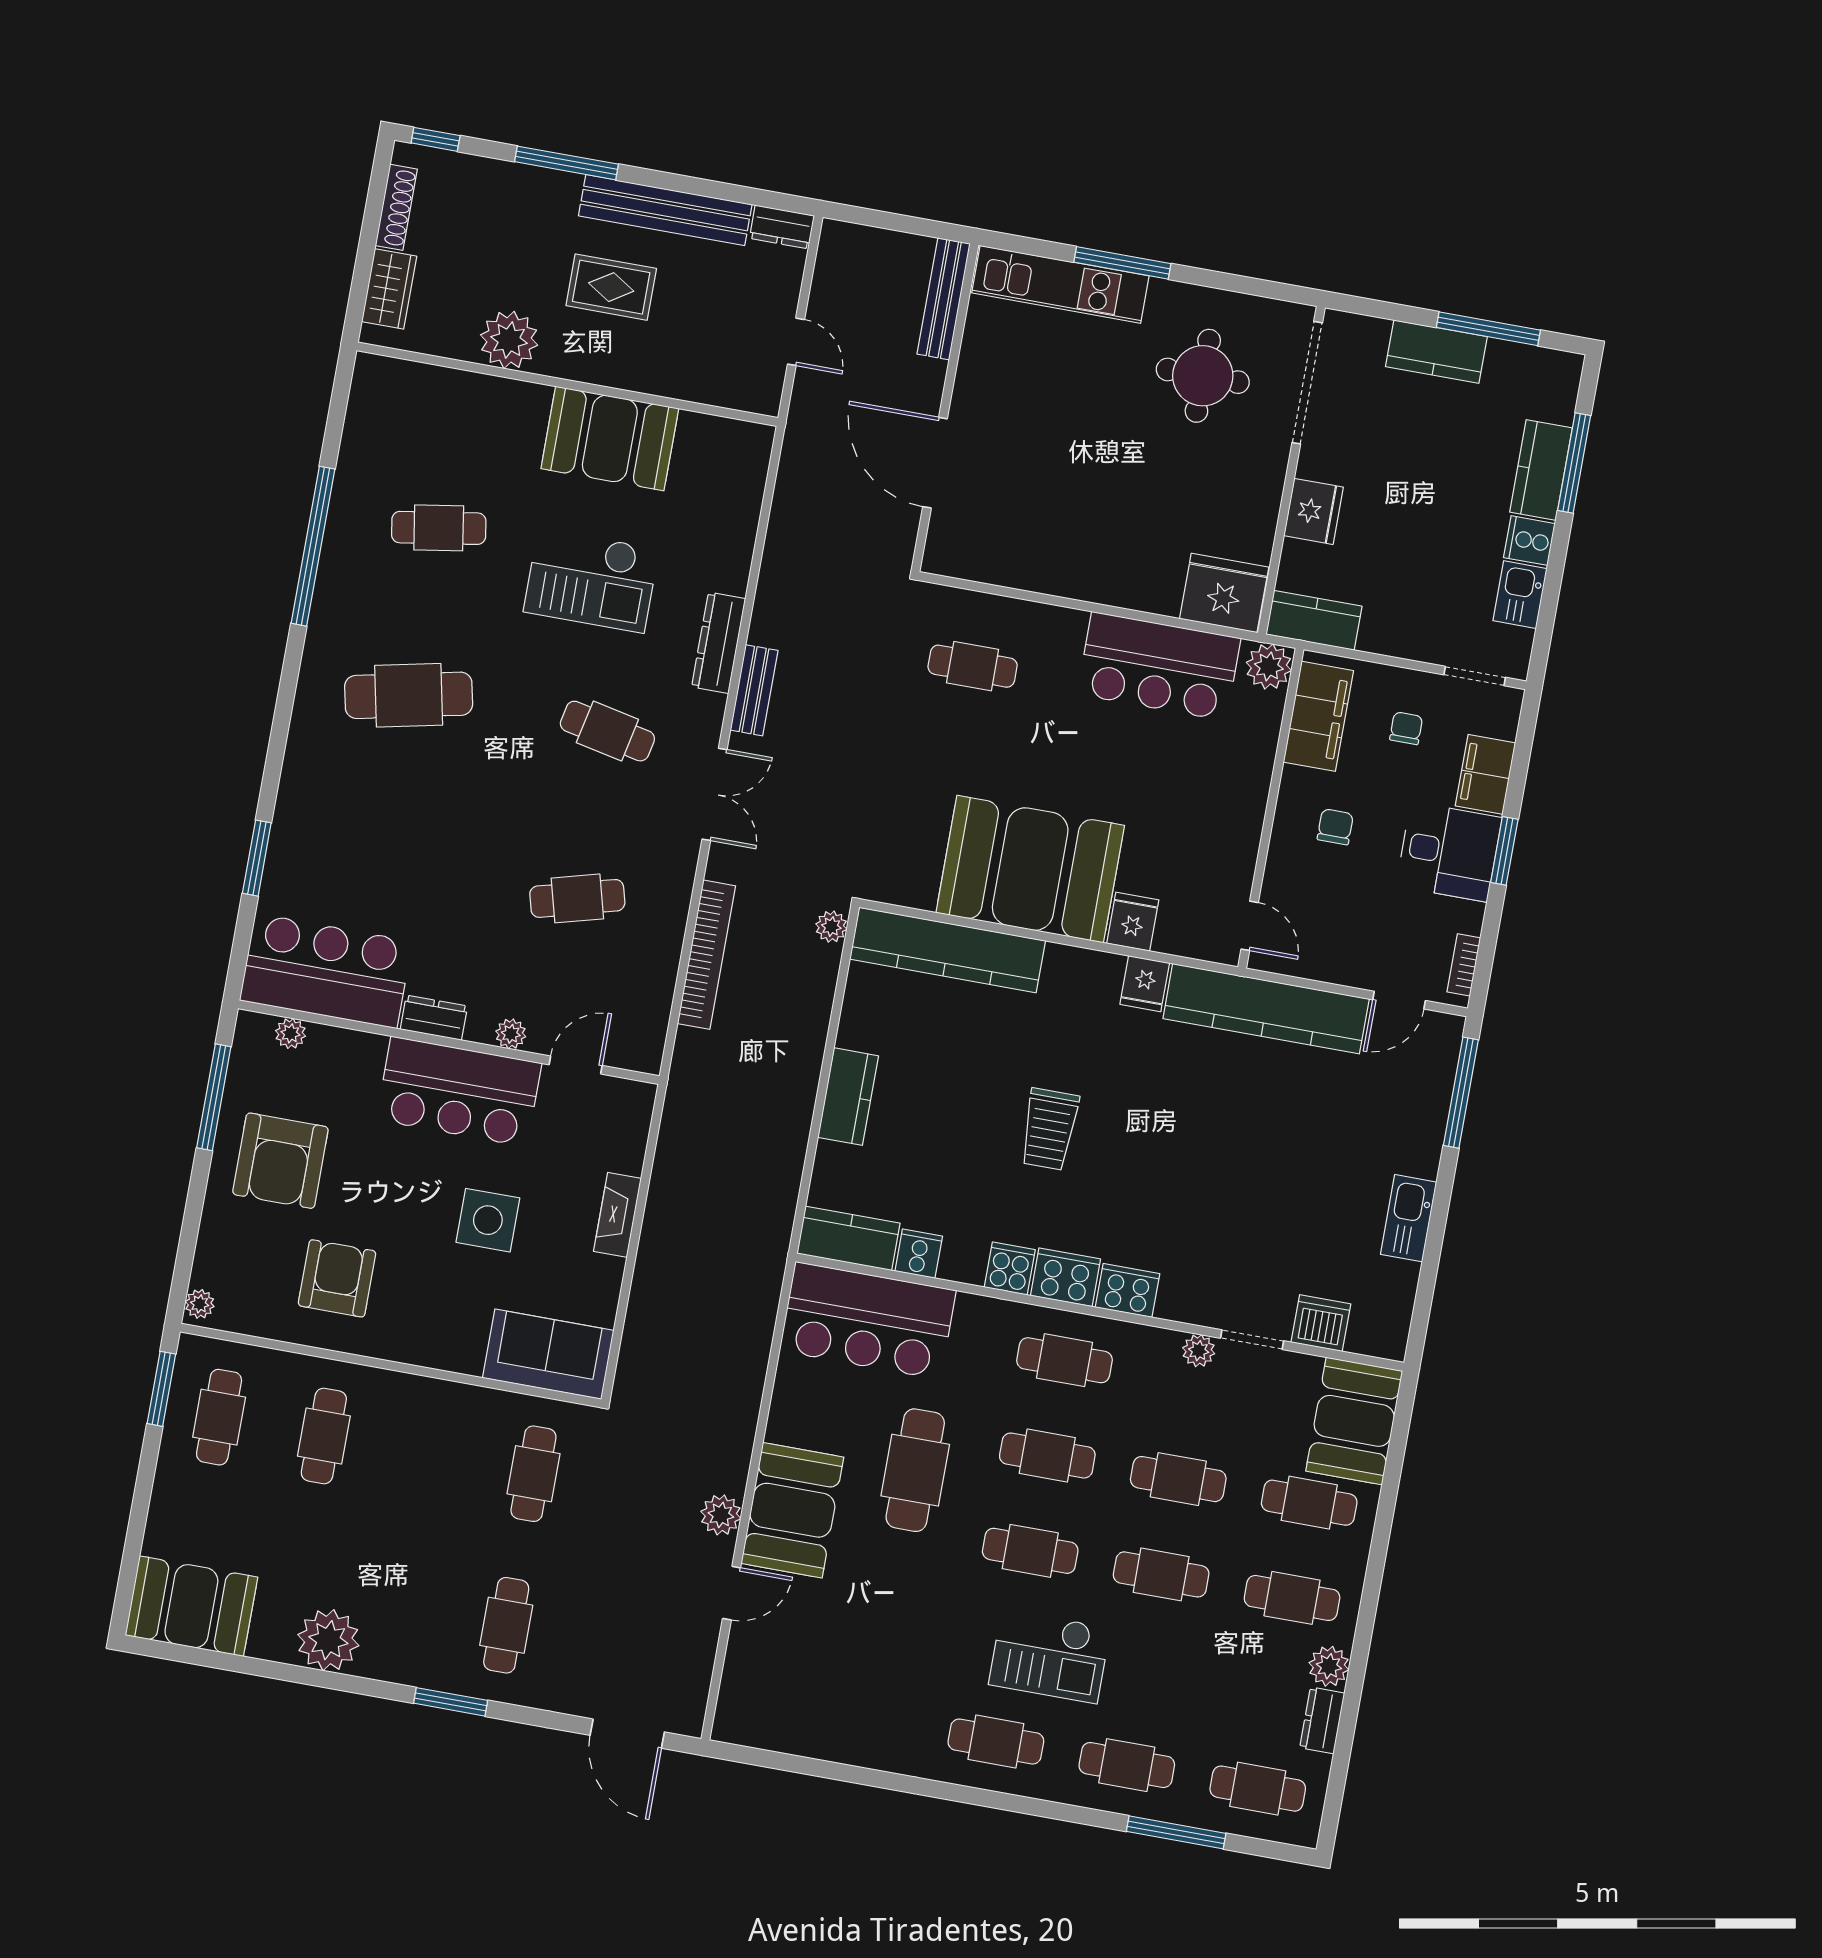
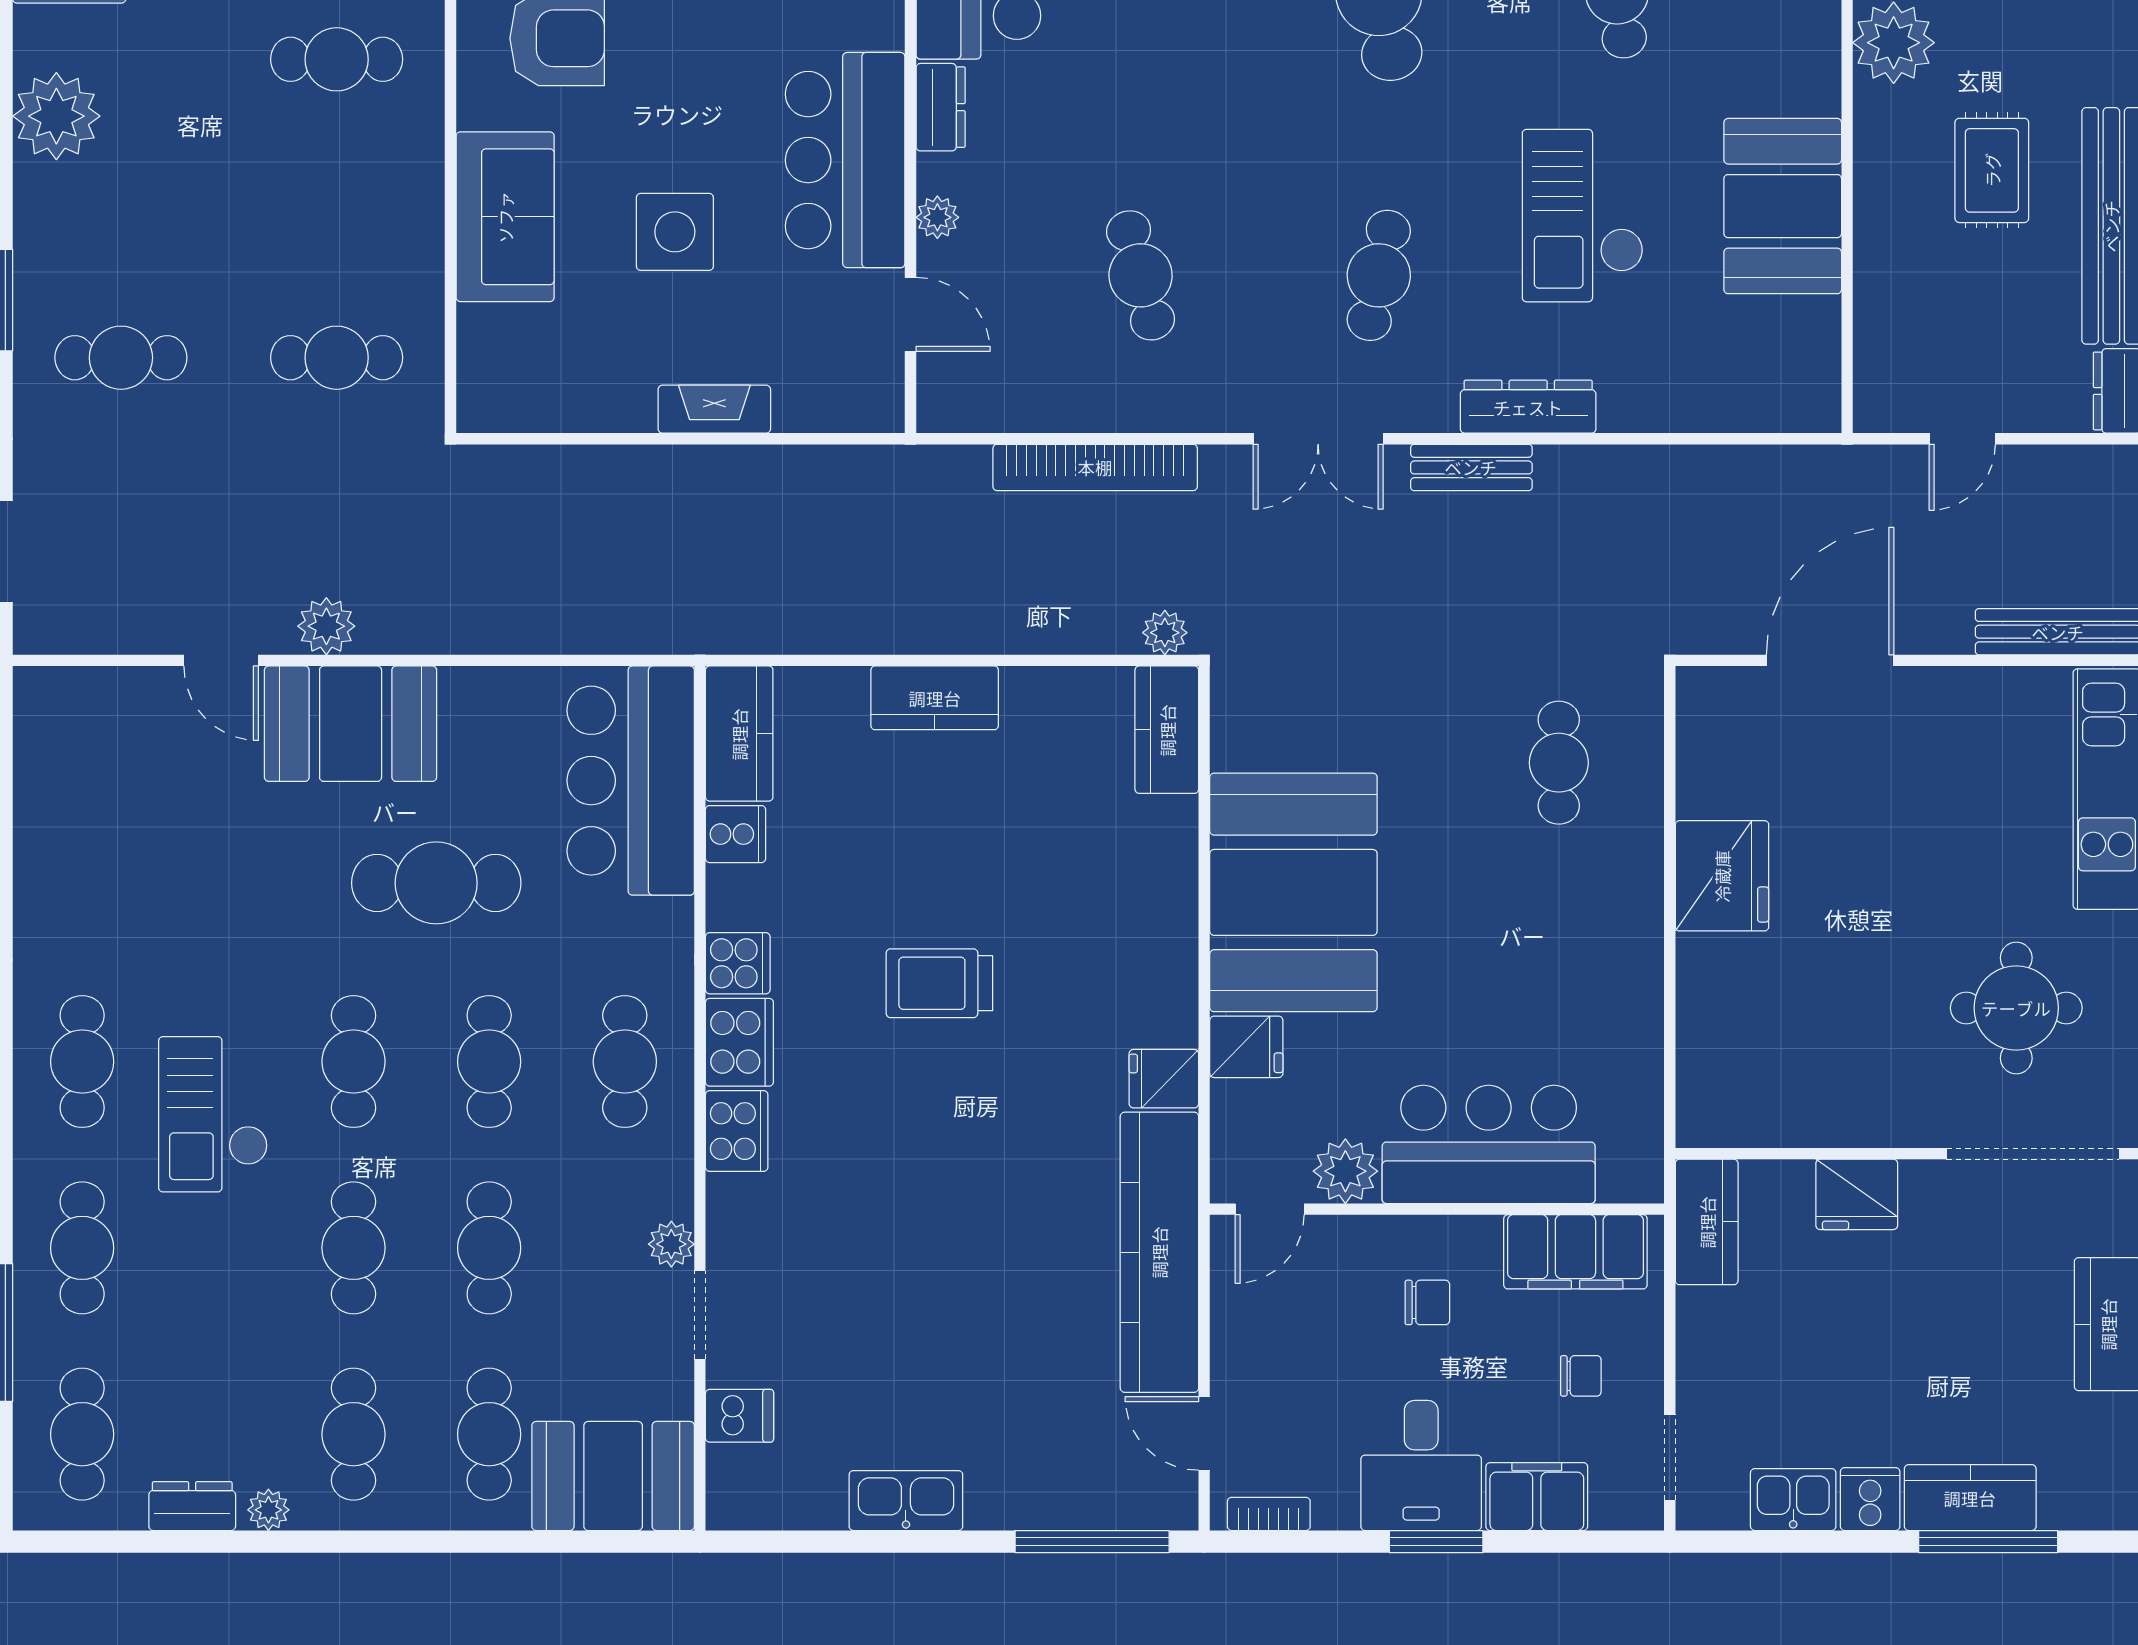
fridge: (1224, 593) -> (1722, 876), moved
bar counter: (1159, 666) -> (1489, 1144), moved, turned 90
plant: (1269, 666) -> (1345, 1171), moved
kitchen counter: (948, 950) -> (1167, 730), width x0.48, depth x0.86
dishwasher: (1321, 1323) -> (740, 1416), width x0.73
sofa: (548, 1354) -> (505, 217), moved
plant: (1329, 1666) -> (268, 1510), width x0.73, depth x0.73

